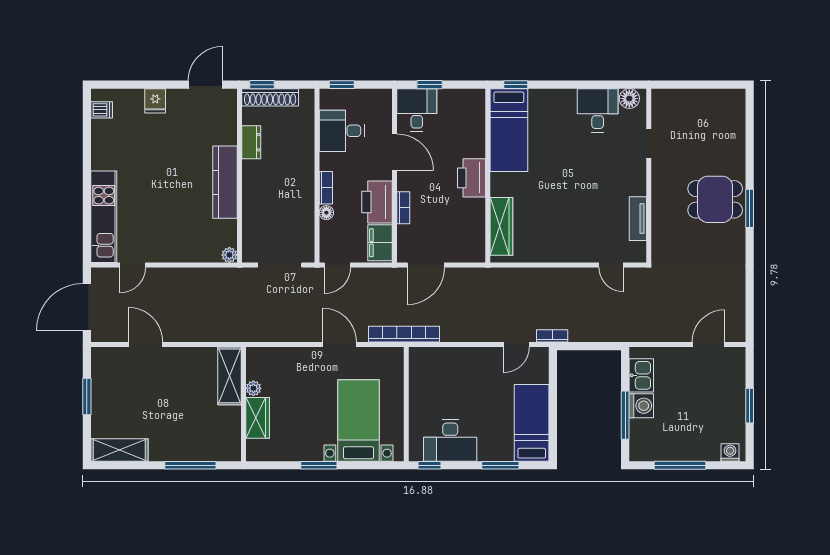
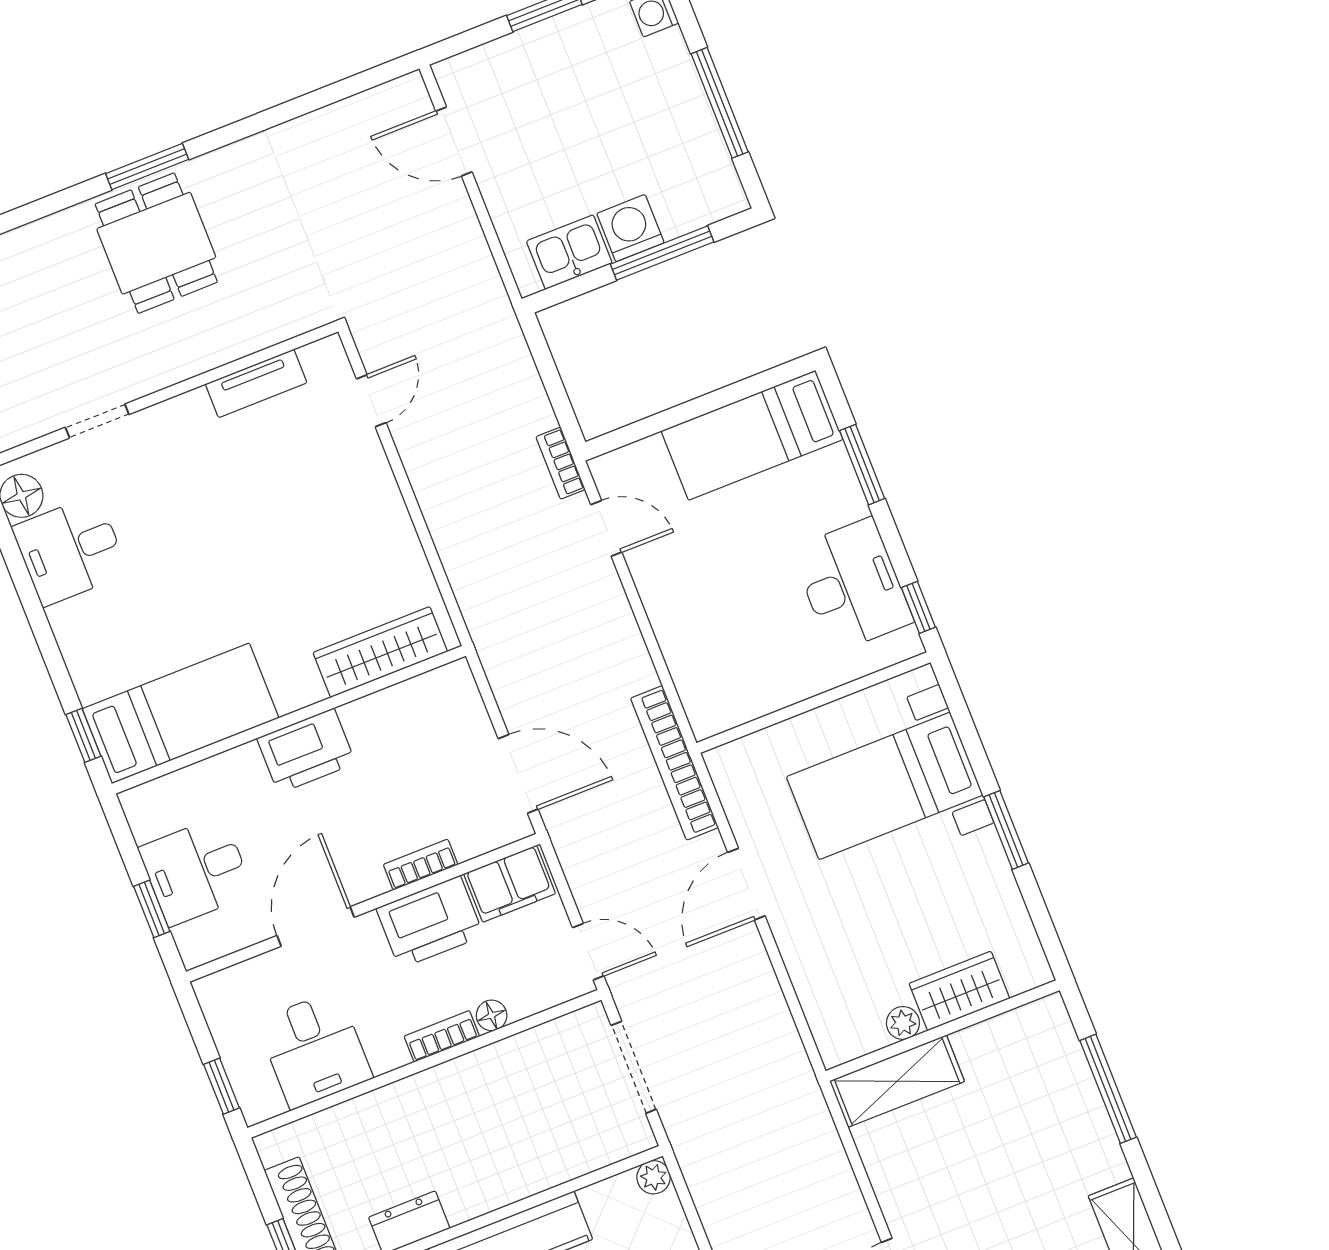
desk: (417, 110) -> (196, 871), moved

